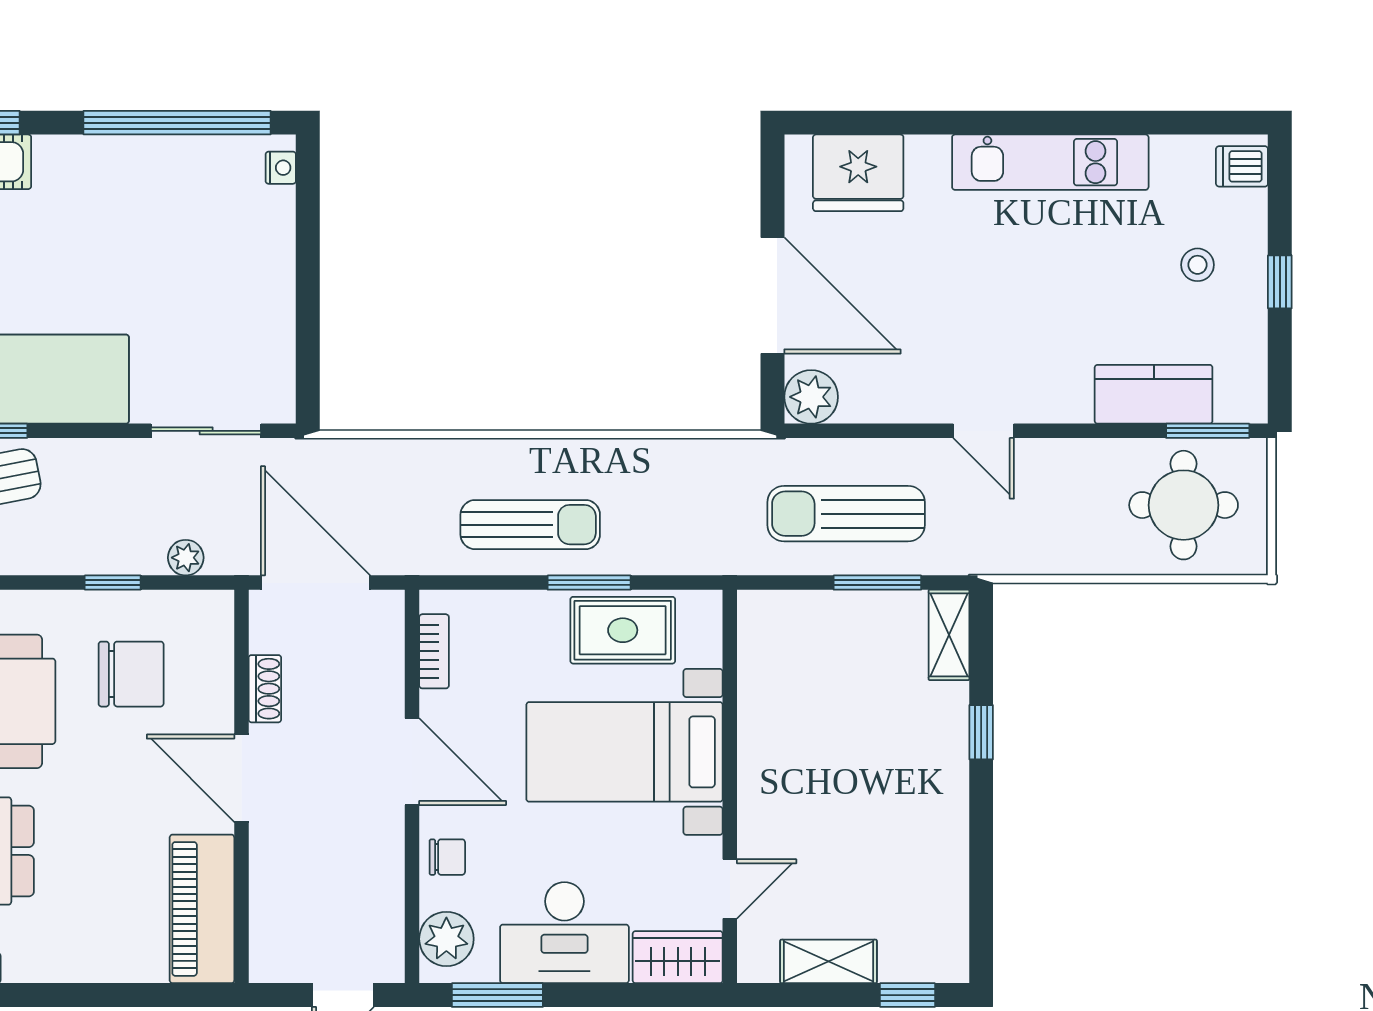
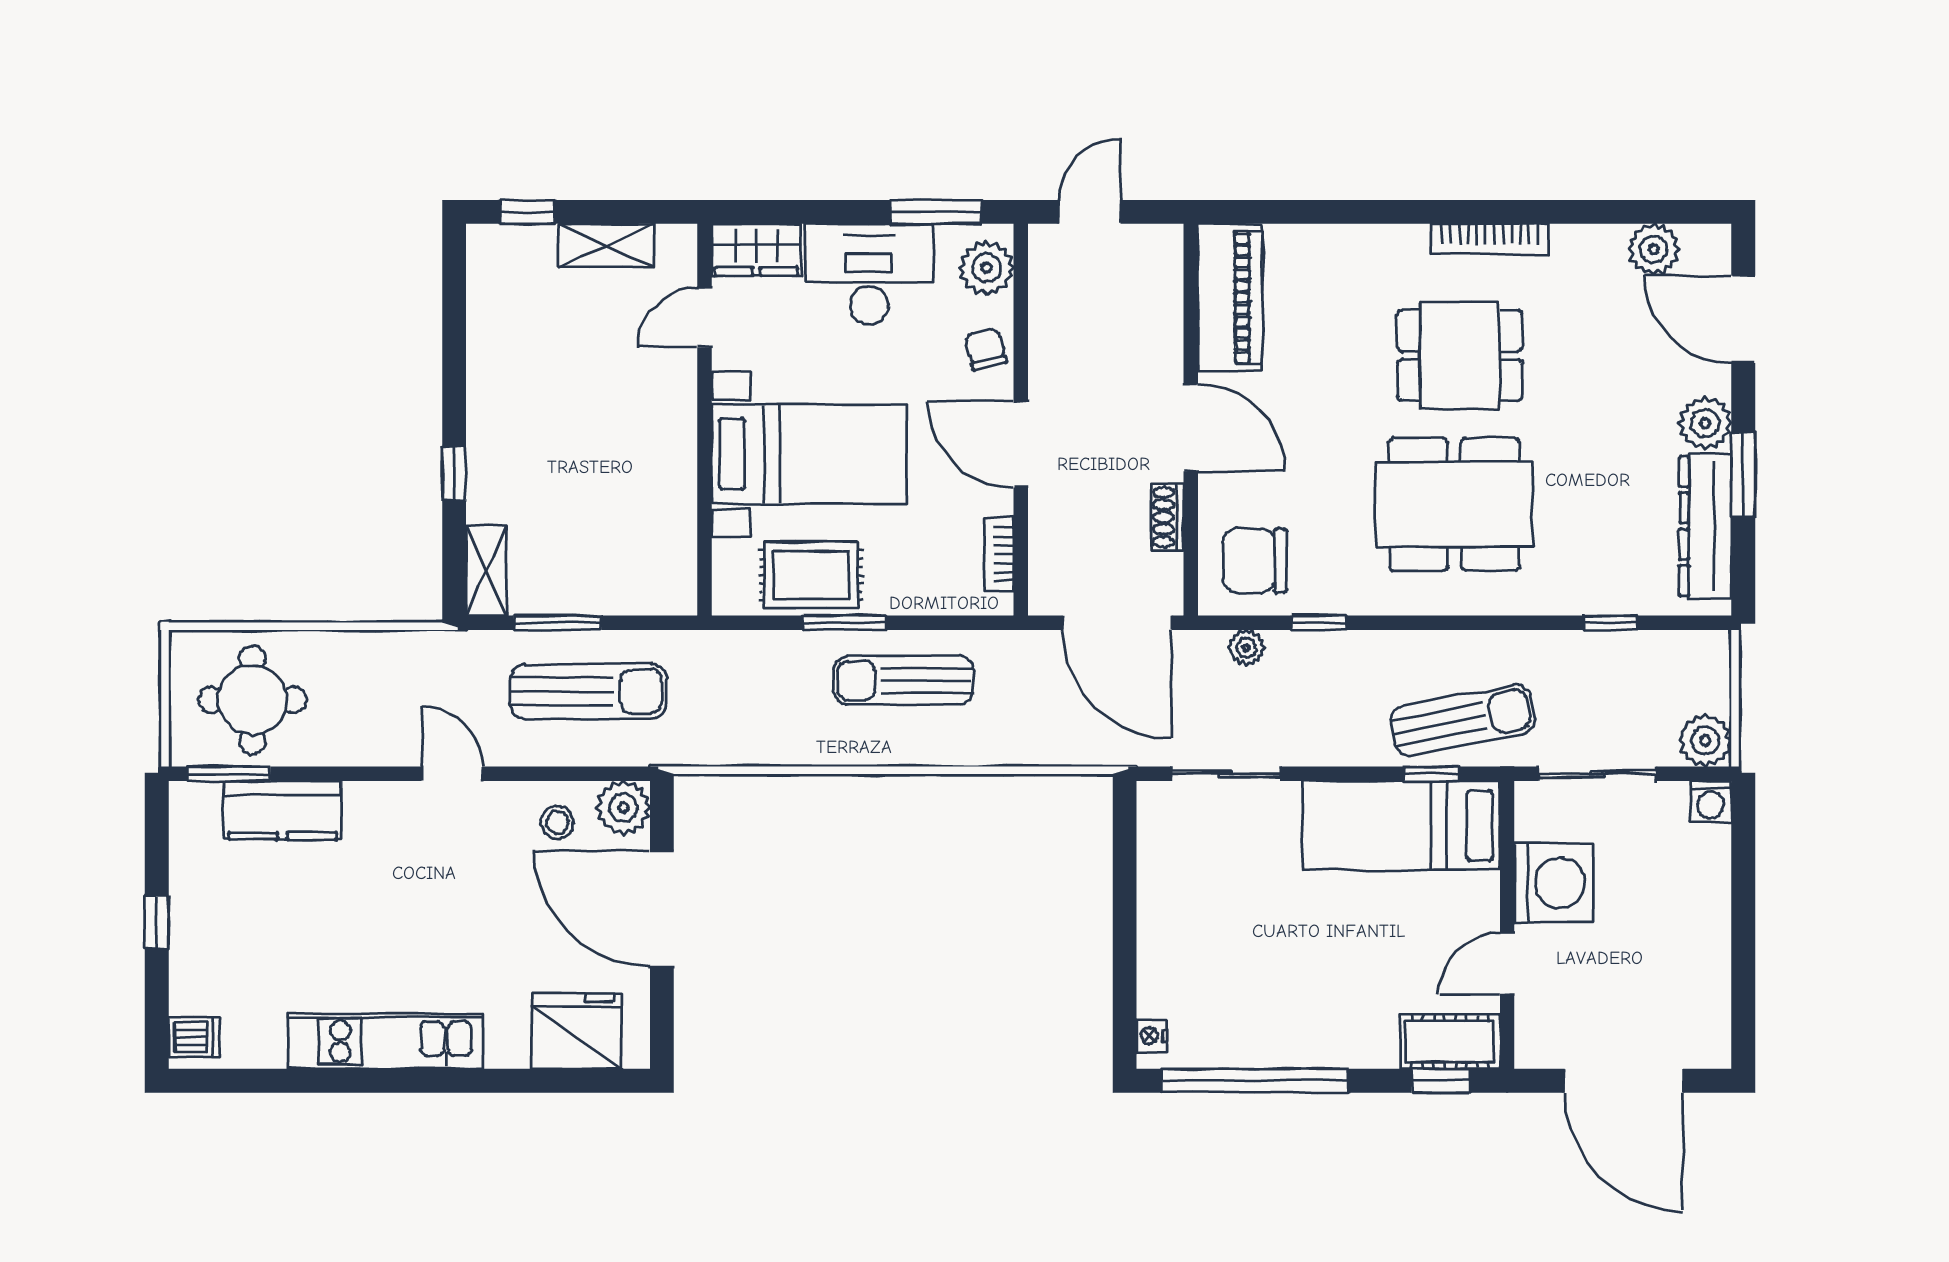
stool: (1198, 265) -> (557, 822), moved
chair: (131, 674) -> (1255, 561), moved
chair: (447, 857) -> (986, 349), turned 77

